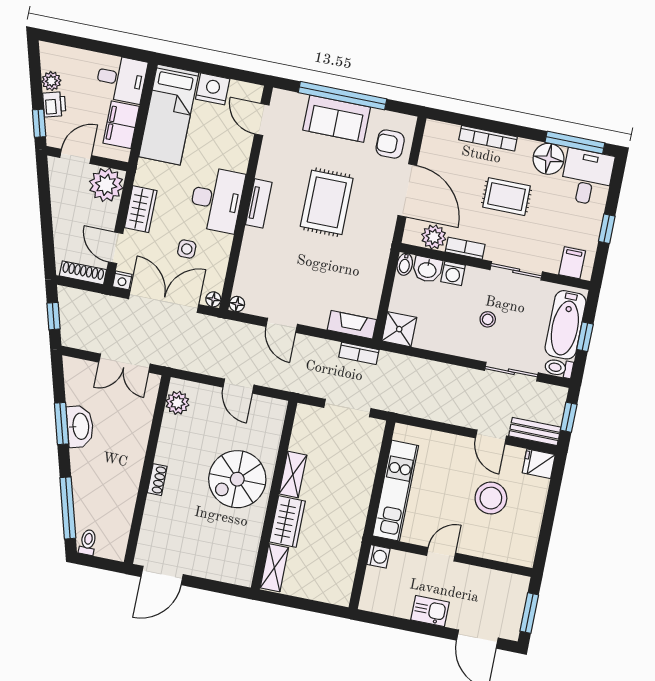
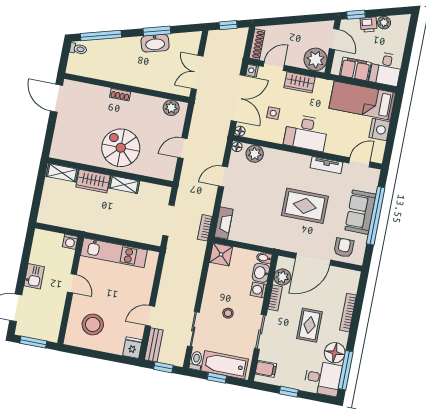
tv unit: (259, 203) -> (326, 165), moved
plant: (248, 277) -> (255, 154), added
stool: (491, 498) -> (93, 324), moved

